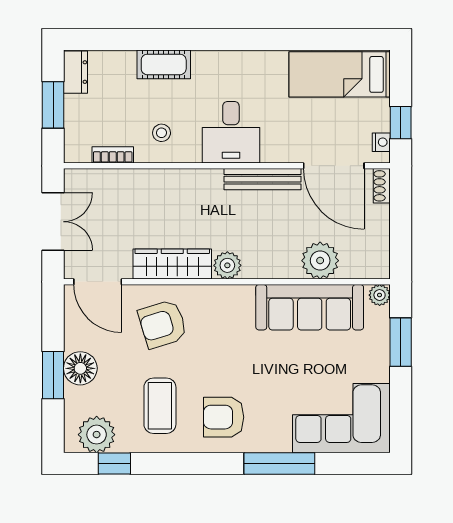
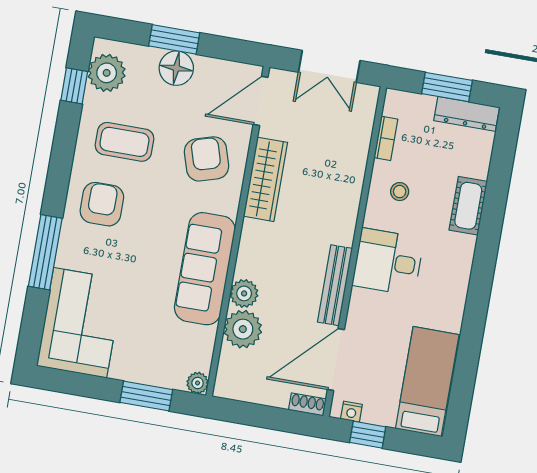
dresser: (76, 72) -> (467, 114), width x1.44
plant: (227, 265) -> (244, 293), moved
sofa: (310, 307) -> (205, 269), moved

